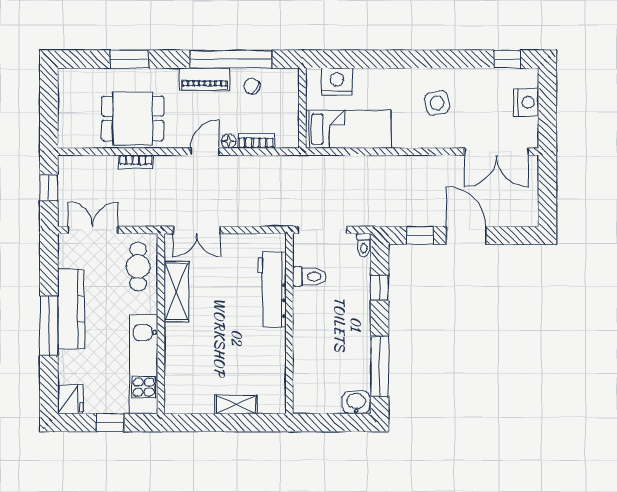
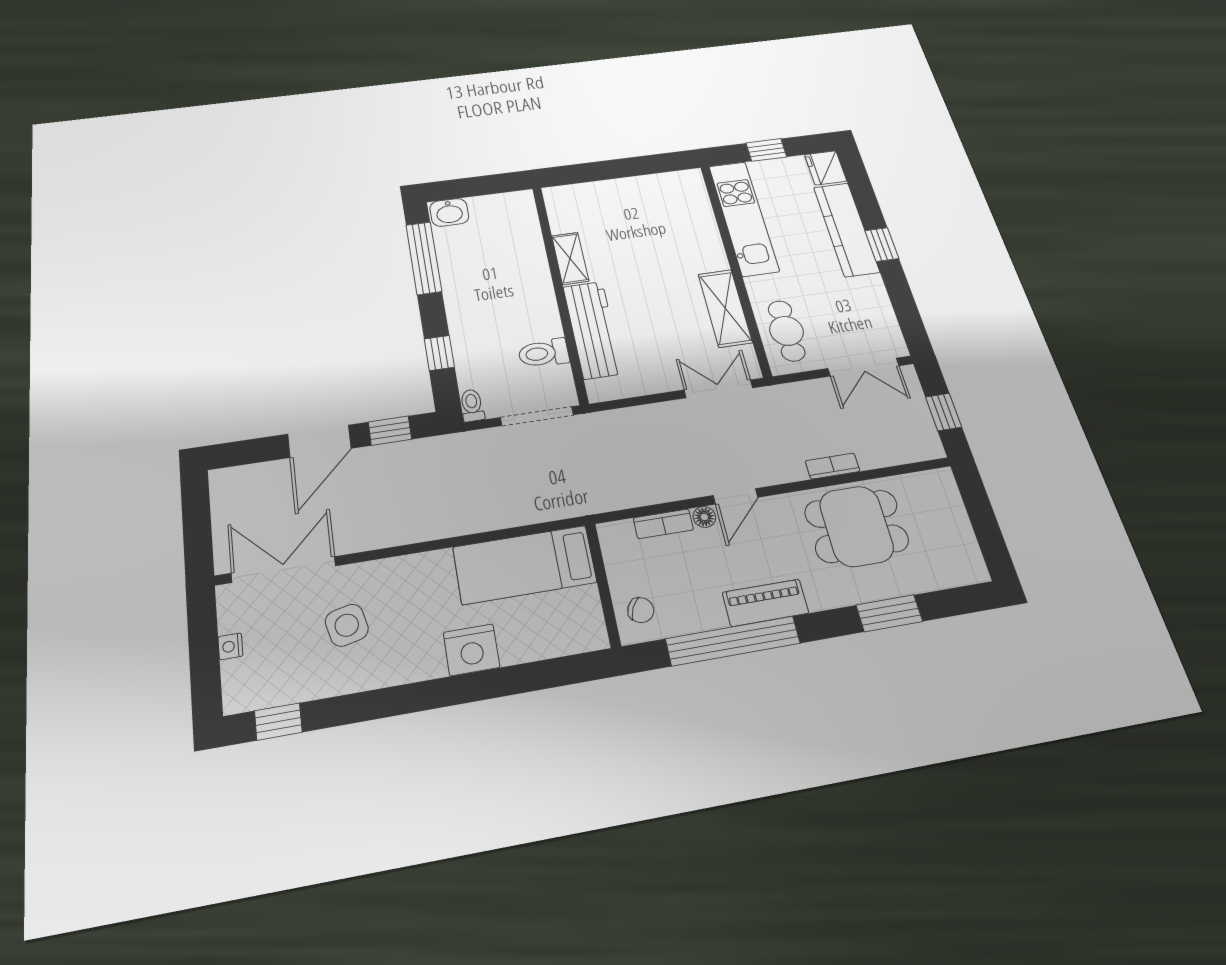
nightstand: (337, 82) -> (472, 650), moved
chair: (252, 86) -> (641, 610), moved
nightstand: (526, 102) -> (230, 646), width x0.53, depth x0.56
side table: (437, 103) -> (347, 625), moved
door: (466, 235) -> (319, 441), hinge flipped
kitchen counter: (71, 309) -> (846, 229), moved
window: (49, 326) -> (882, 244), width x0.46
shelving: (236, 404) -> (570, 258), moved, turned 90

